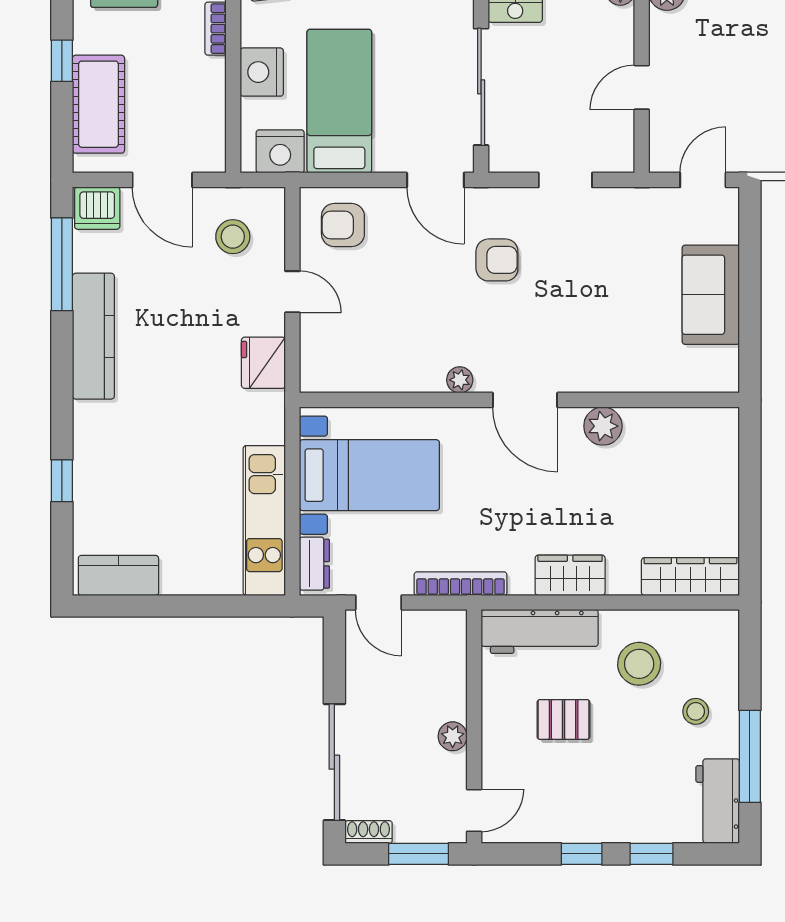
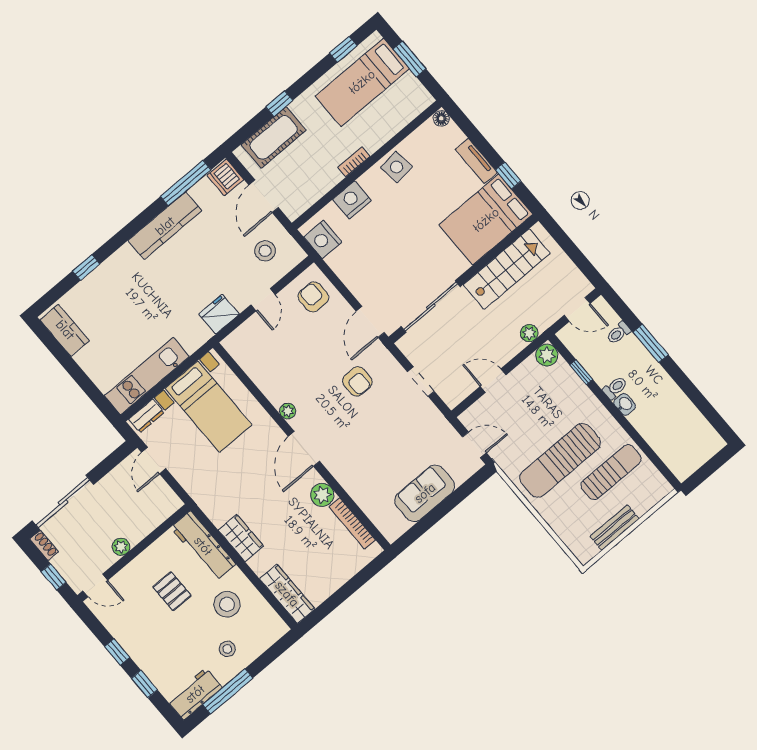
bed: (339, 101) -> (369, 247), removed
bookcase: (460, 584) -> (352, 523), moved, turned 180
window: (419, 854) -> (54, 577), width x0.67

